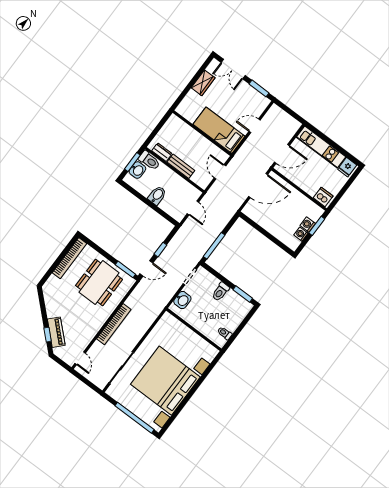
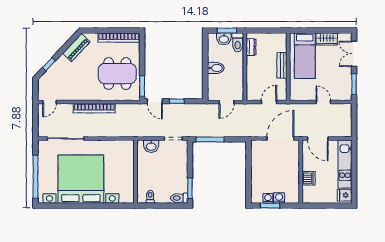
bed: (219, 130) -> (305, 56), moved, turned 180
bench: (181, 166) -> (282, 65), moved
door: (258, 185) -> (280, 139), swing flipped
dishwasher: (323, 197) -> (309, 178), moved
window: (317, 226) -> (270, 206), moved
toilet: (221, 292) -> (179, 198), moved
piano: (56, 332) -> (76, 48), moved

